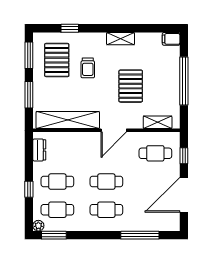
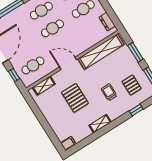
pallet: (57, 60) -> (132, 85), width x0.67, depth x0.71
window: (184, 81) -> (44, 122), removed
door: (114, 130) -> (68, 63), hinge flipped

